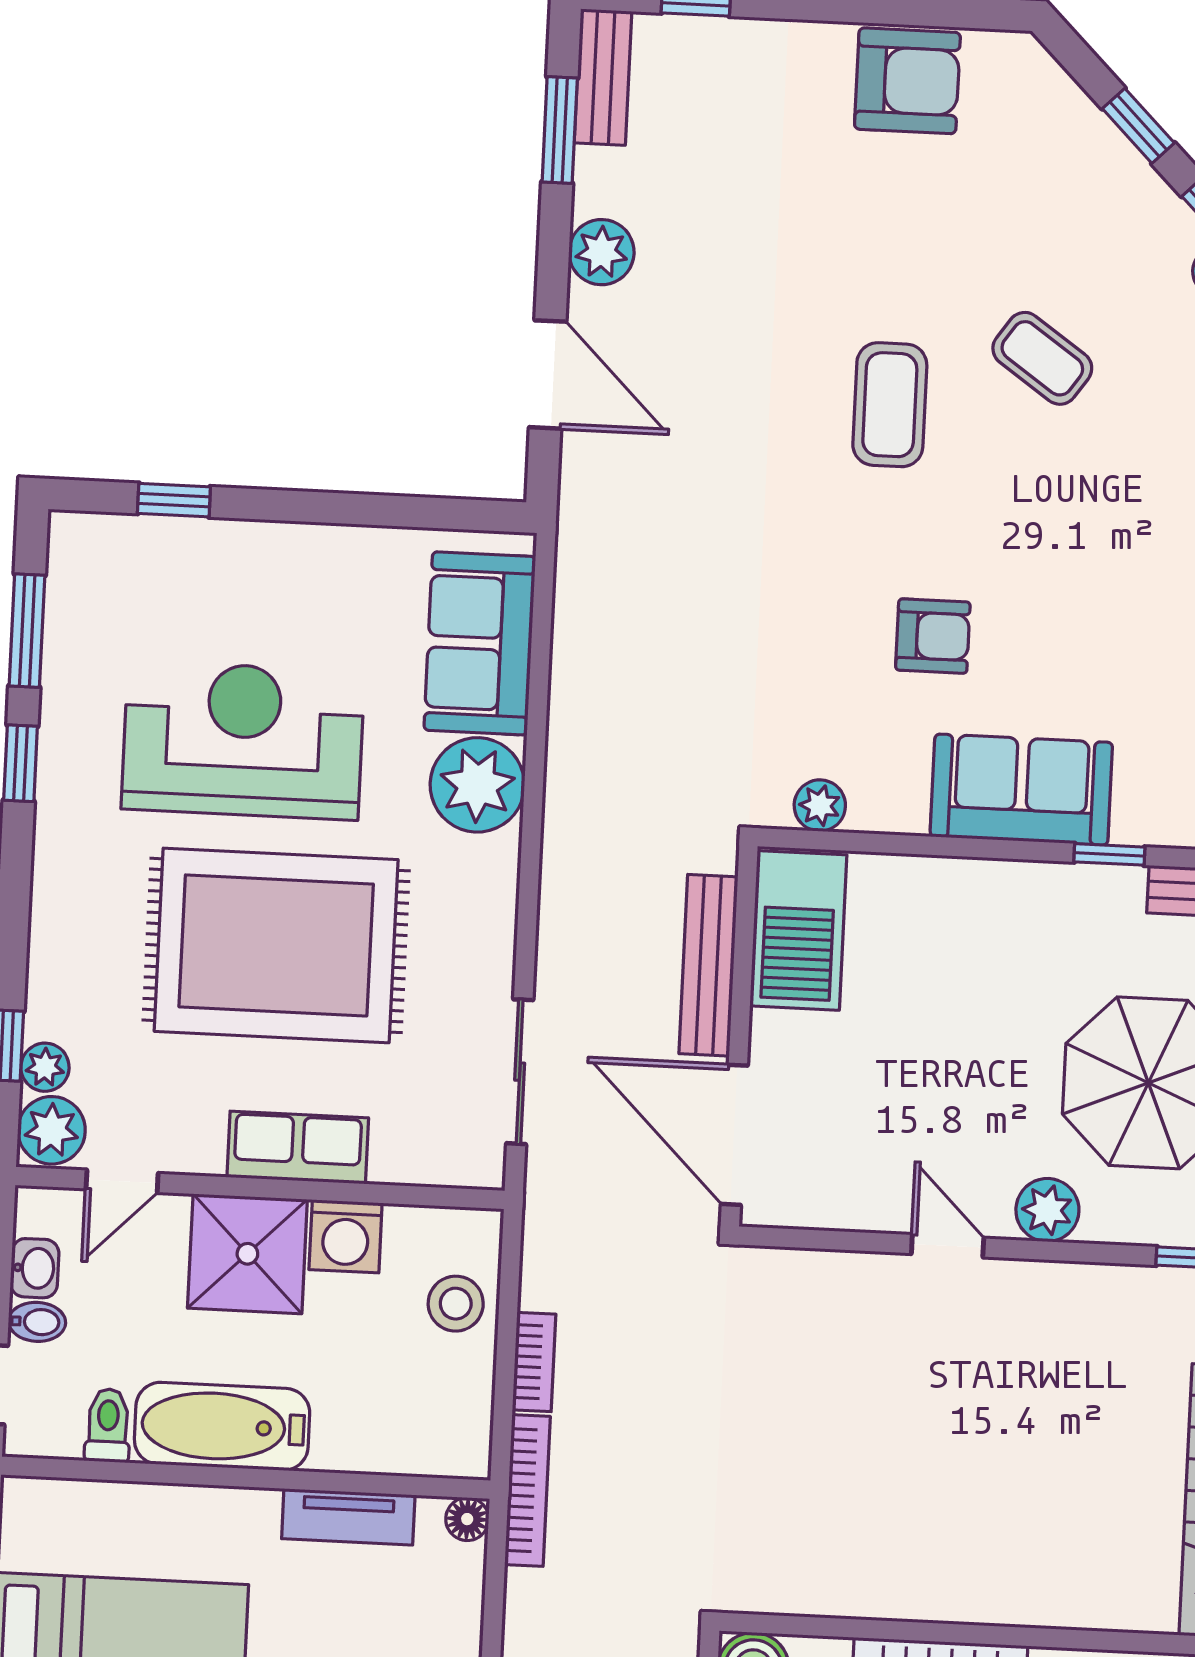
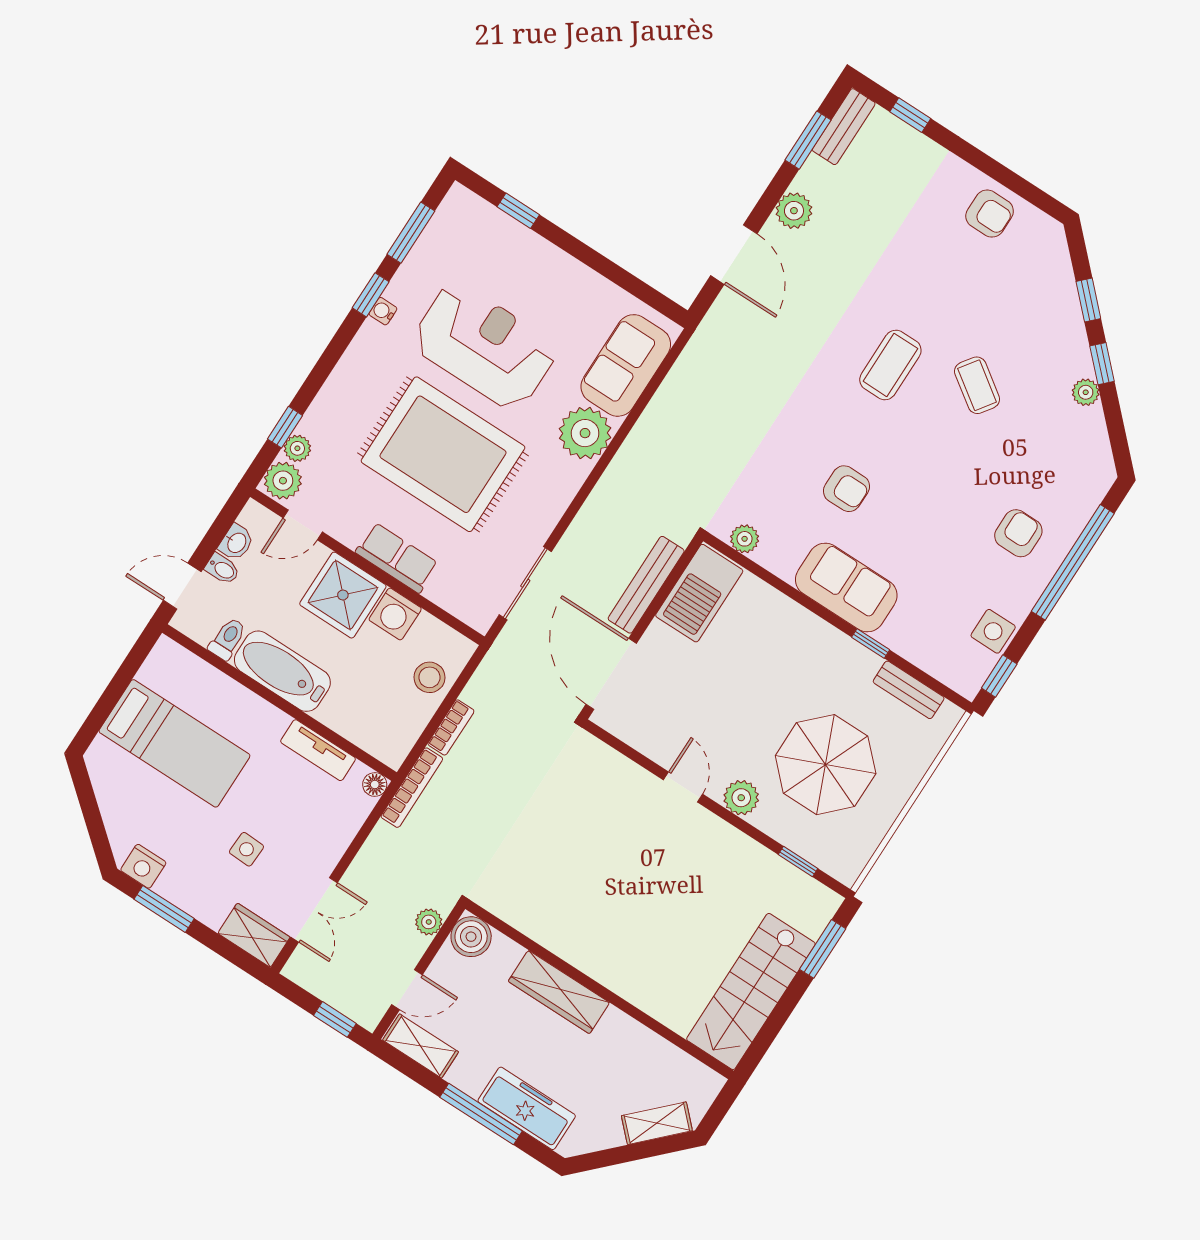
armchair: (907, 81) -> (990, 214), width x0.72, depth x0.72
water cooler: (54, 778) -> (383, 311), added

